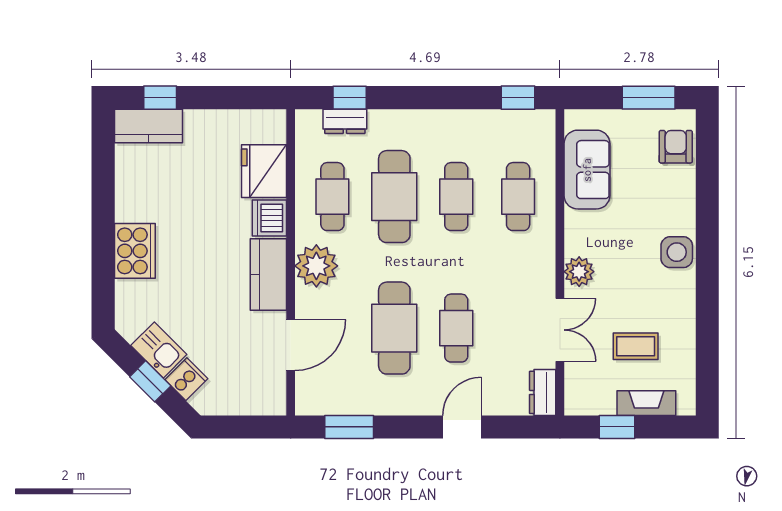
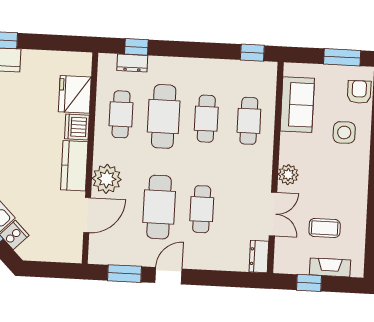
side table: (677, 252) -> (344, 132), moved
plant: (316, 266) -> (107, 179), moved
door: (462, 427) -> (169, 276), moved

